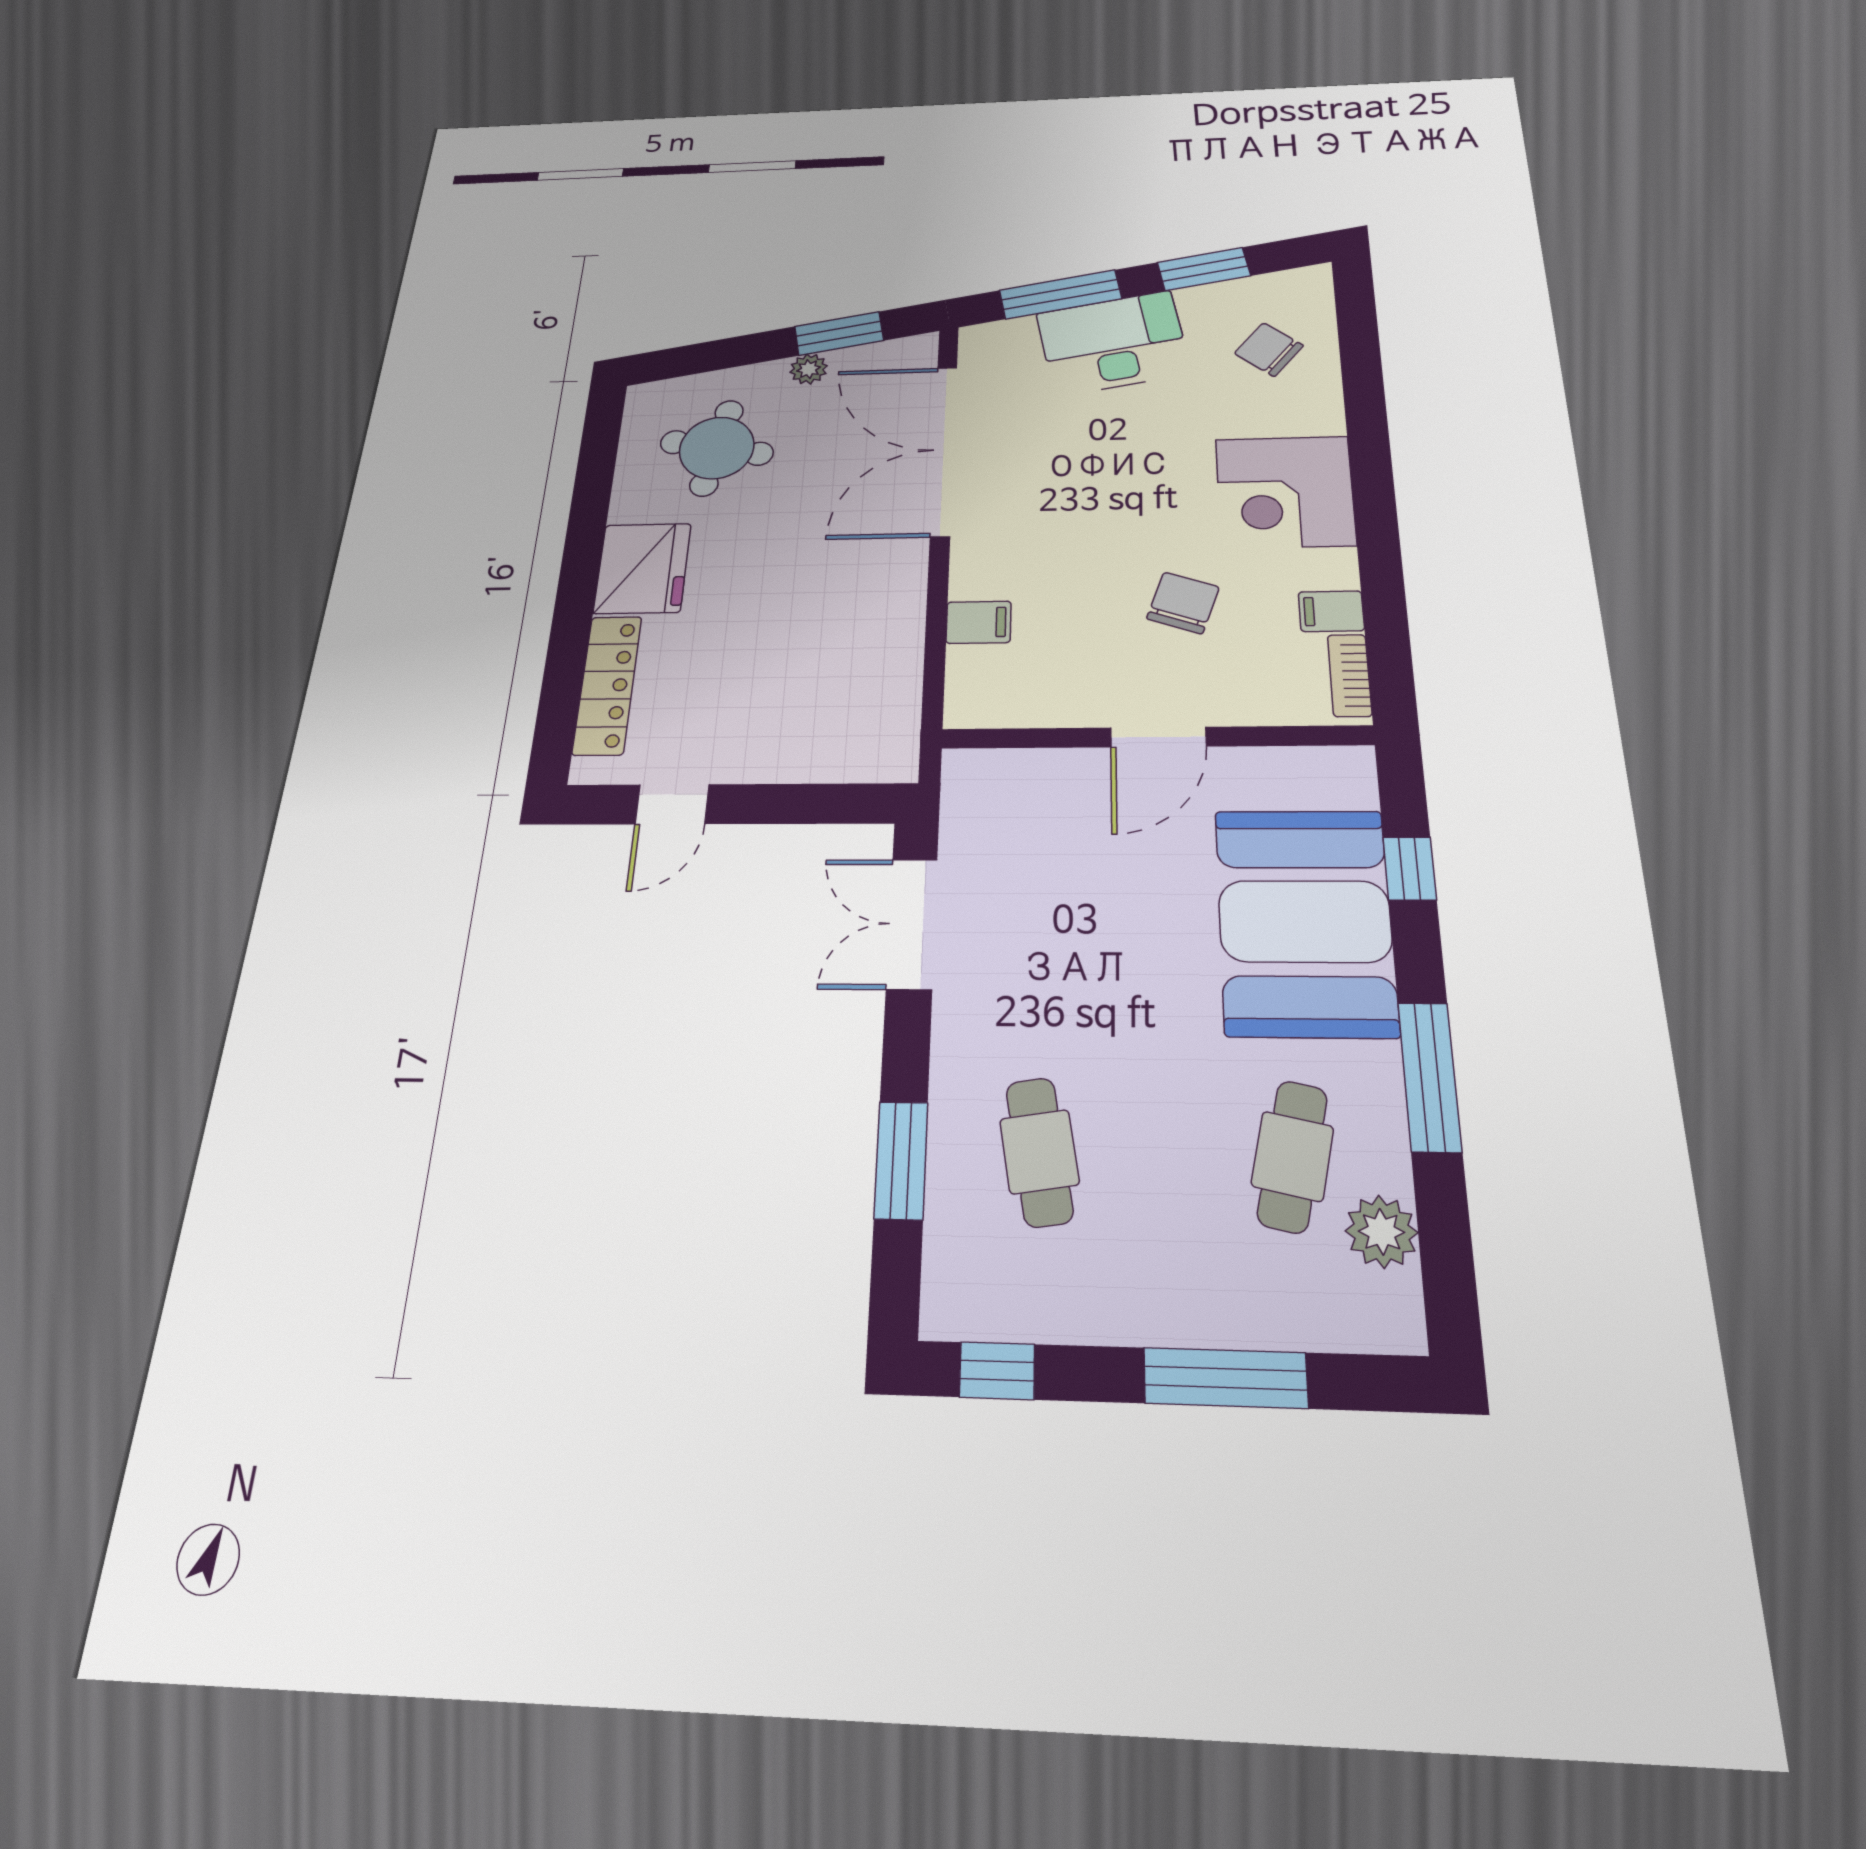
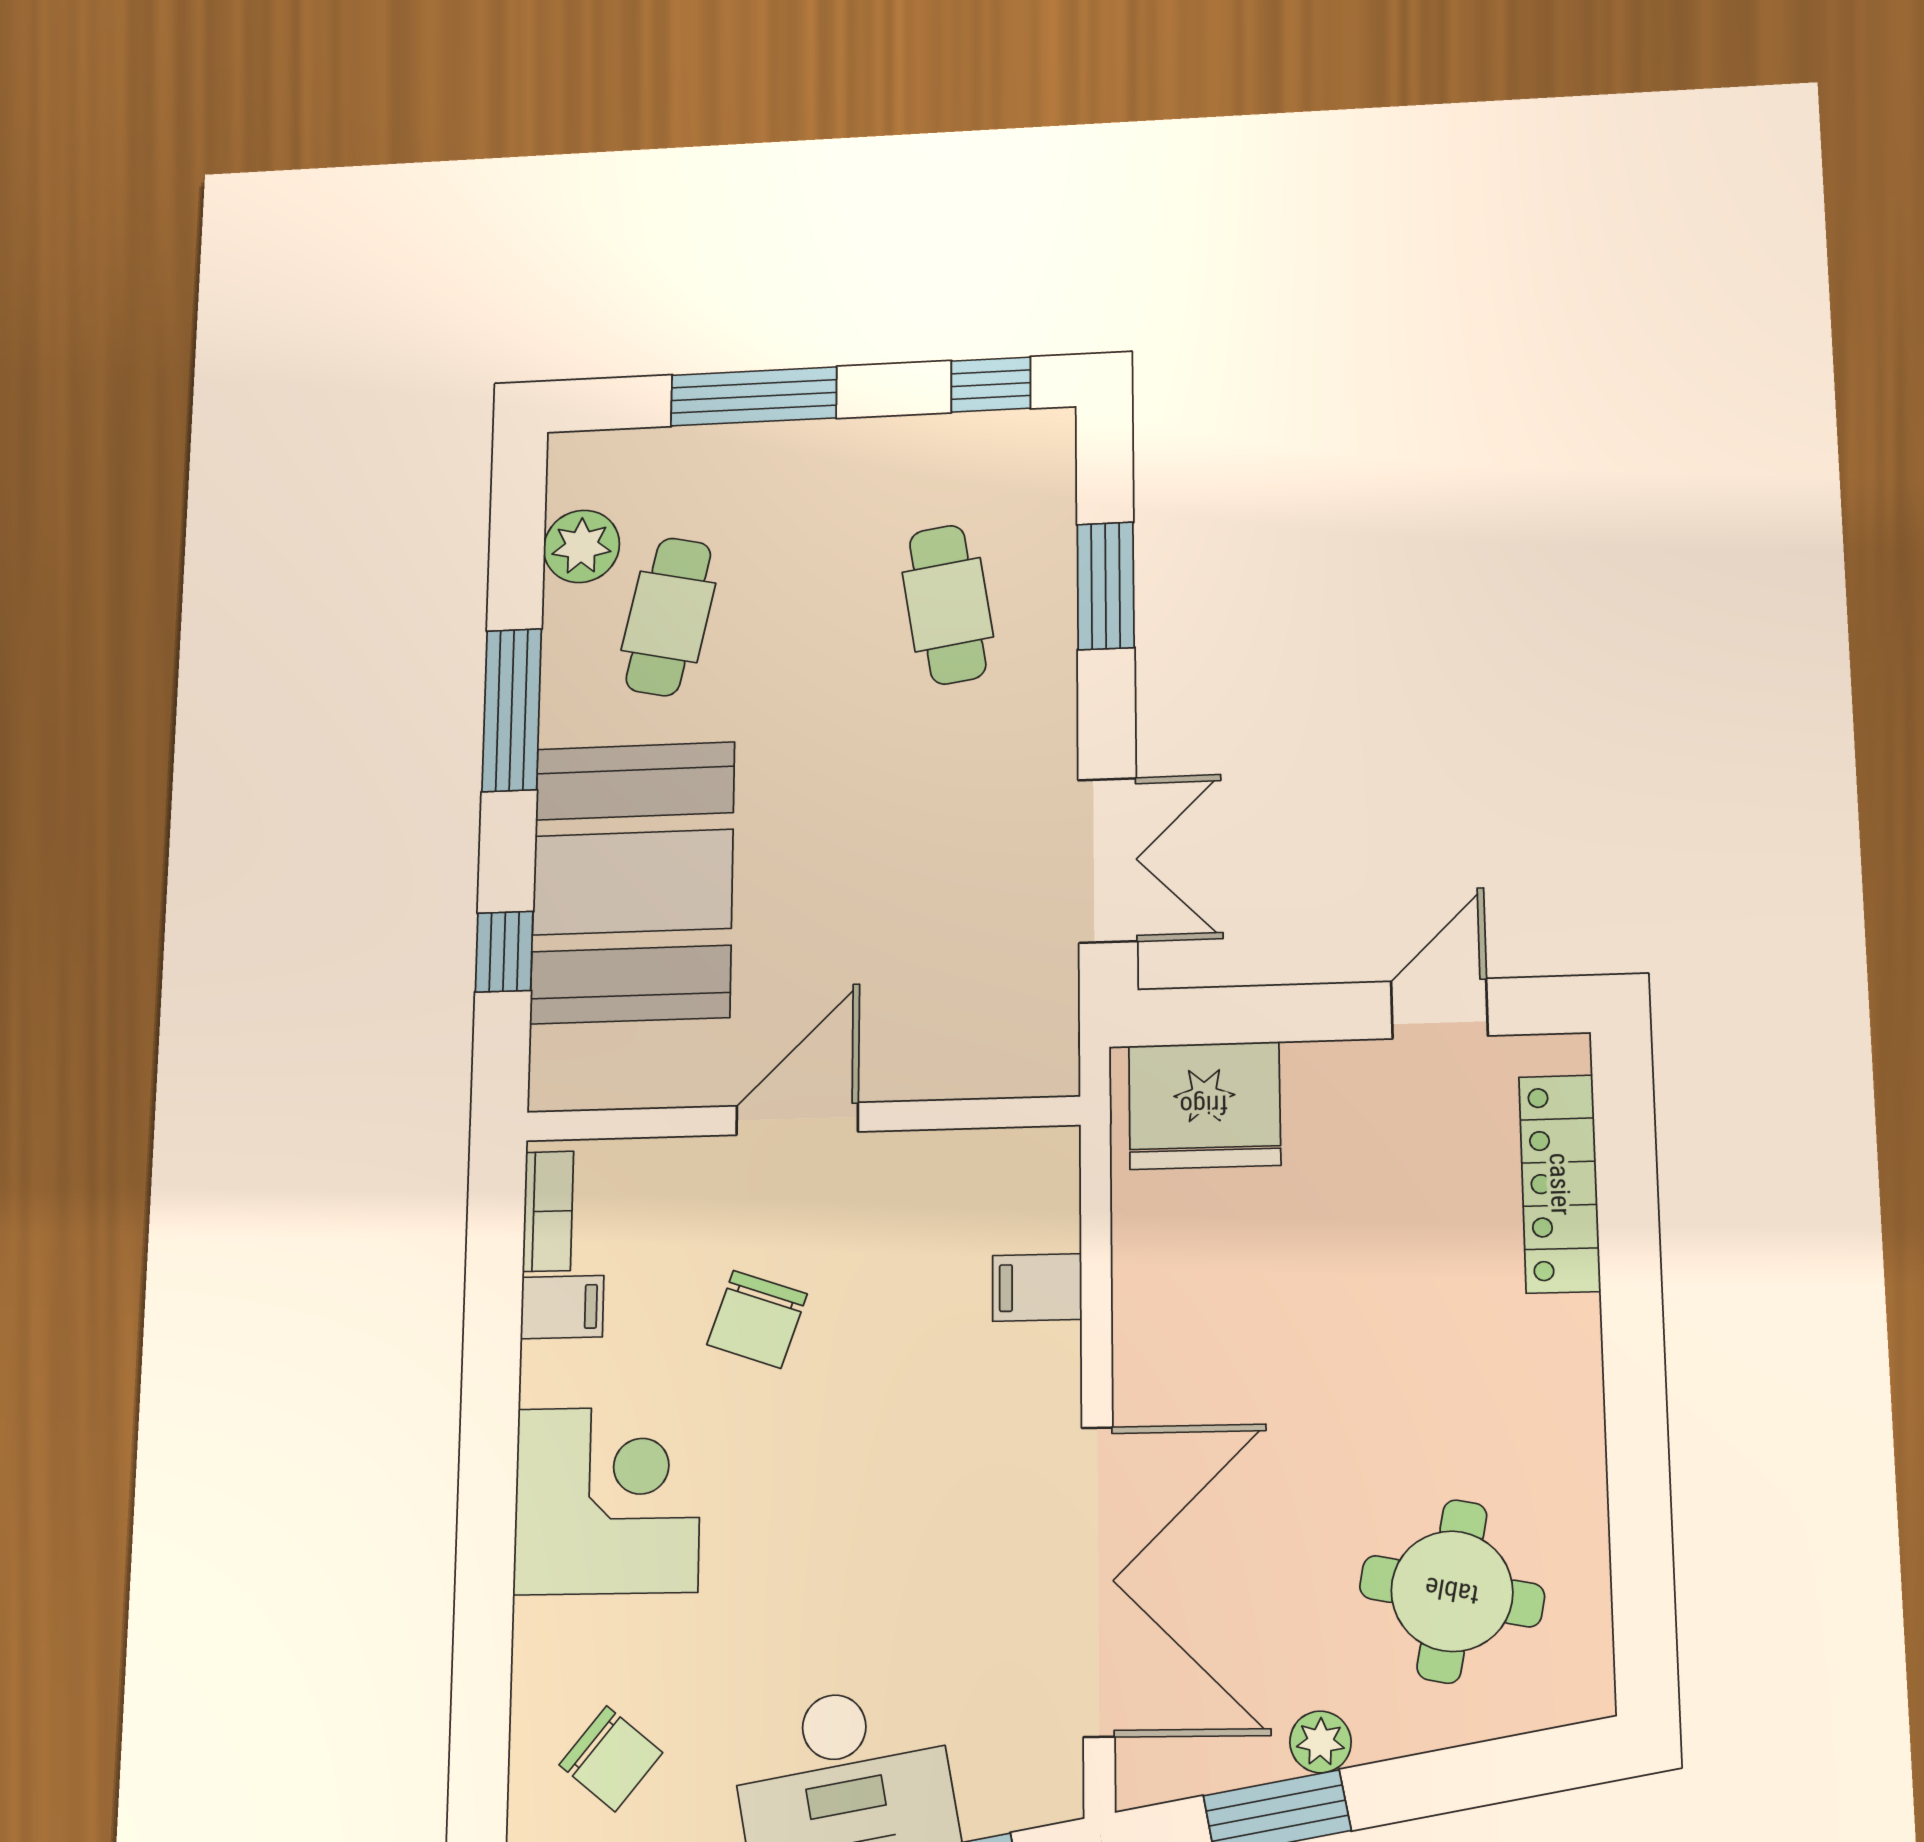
fridge: (642, 568) -> (1204, 1105), moved, turned -90

